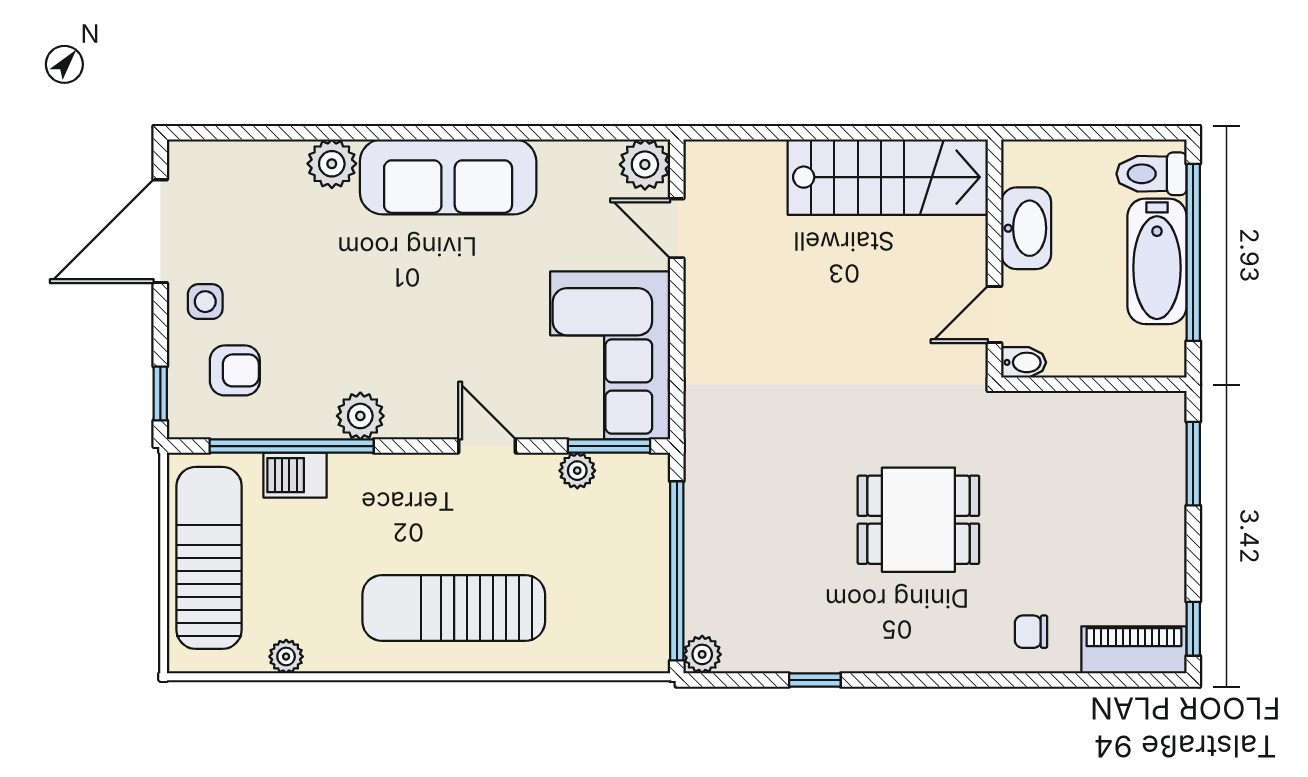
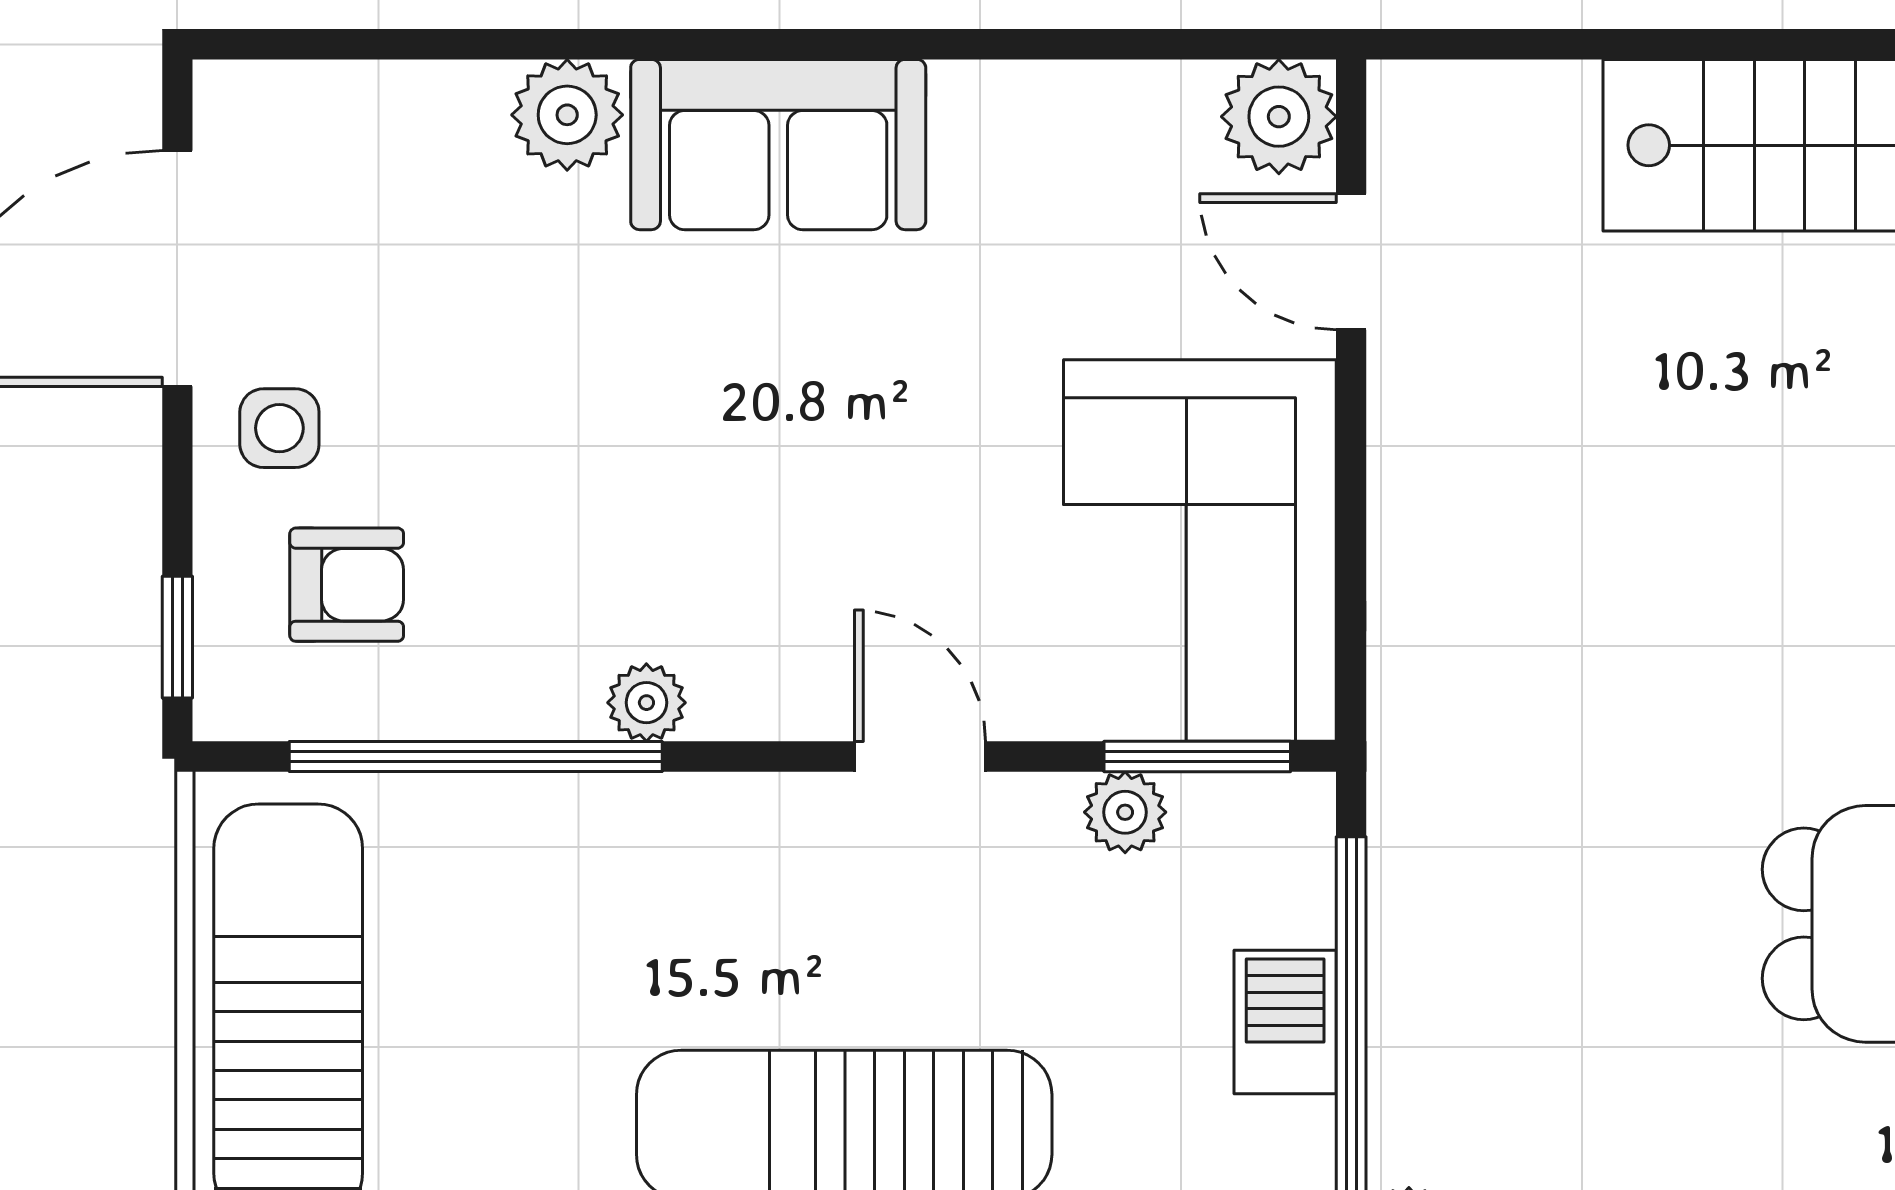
sofa: (448, 177) -> (778, 145), width x0.73
plant: (360, 416) -> (646, 703), width x0.73, depth x0.73
barbecue: (295, 475) -> (1285, 1022), moved, turned 90

